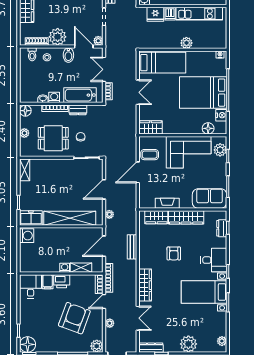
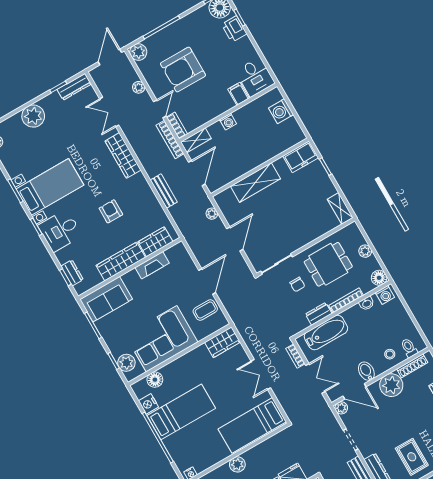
bed: (203, 93) -> (181, 412), width x0.67
washing machine: (54, 97) -> (385, 295), moved
shelving: (70, 218) -> (255, 182), width x0.68
washing machine: (27, 236) -> (281, 111), moved
shelving: (81, 268) -> (196, 140), moved
printer: (62, 281) -> (234, 29), moved, turned -90
armchair: (74, 318) -> (183, 69), turned 70

